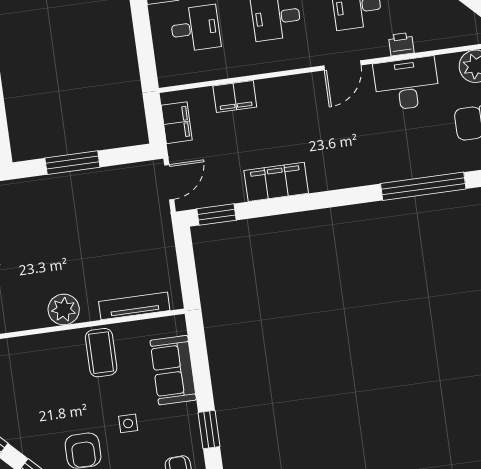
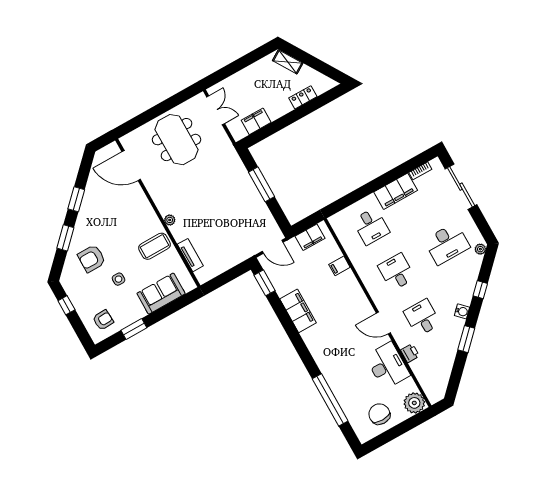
filing cabinet: (235, 96) -> (339, 266), width x0.50
tv unit: (134, 306) -> (190, 255), width x0.71
plant: (64, 309) -> (170, 220), width x0.53, depth x0.53

